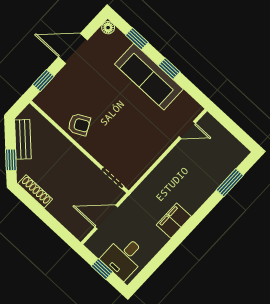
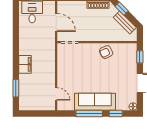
window: (169, 69) -> (89, 113), width x2.17
door: (187, 130) -> (56, 94), swing flipped
door: (106, 217) -> (56, 22), hinge flipped
filing cabinet: (174, 221) -> (25, 64), moved

